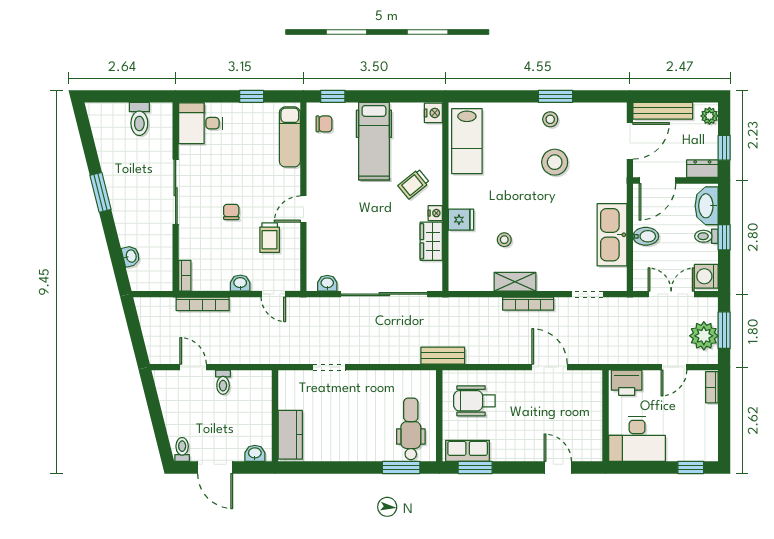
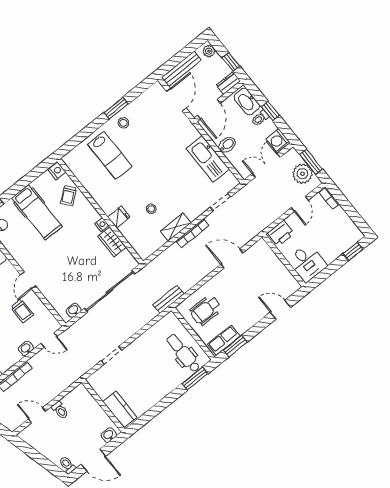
lab bench: (467, 141) -> (110, 155), moved
stool: (555, 162) -> (145, 144), removed
trolley: (414, 184) -> (68, 196), moved
desk: (637, 439) -> (307, 263), width x0.73

